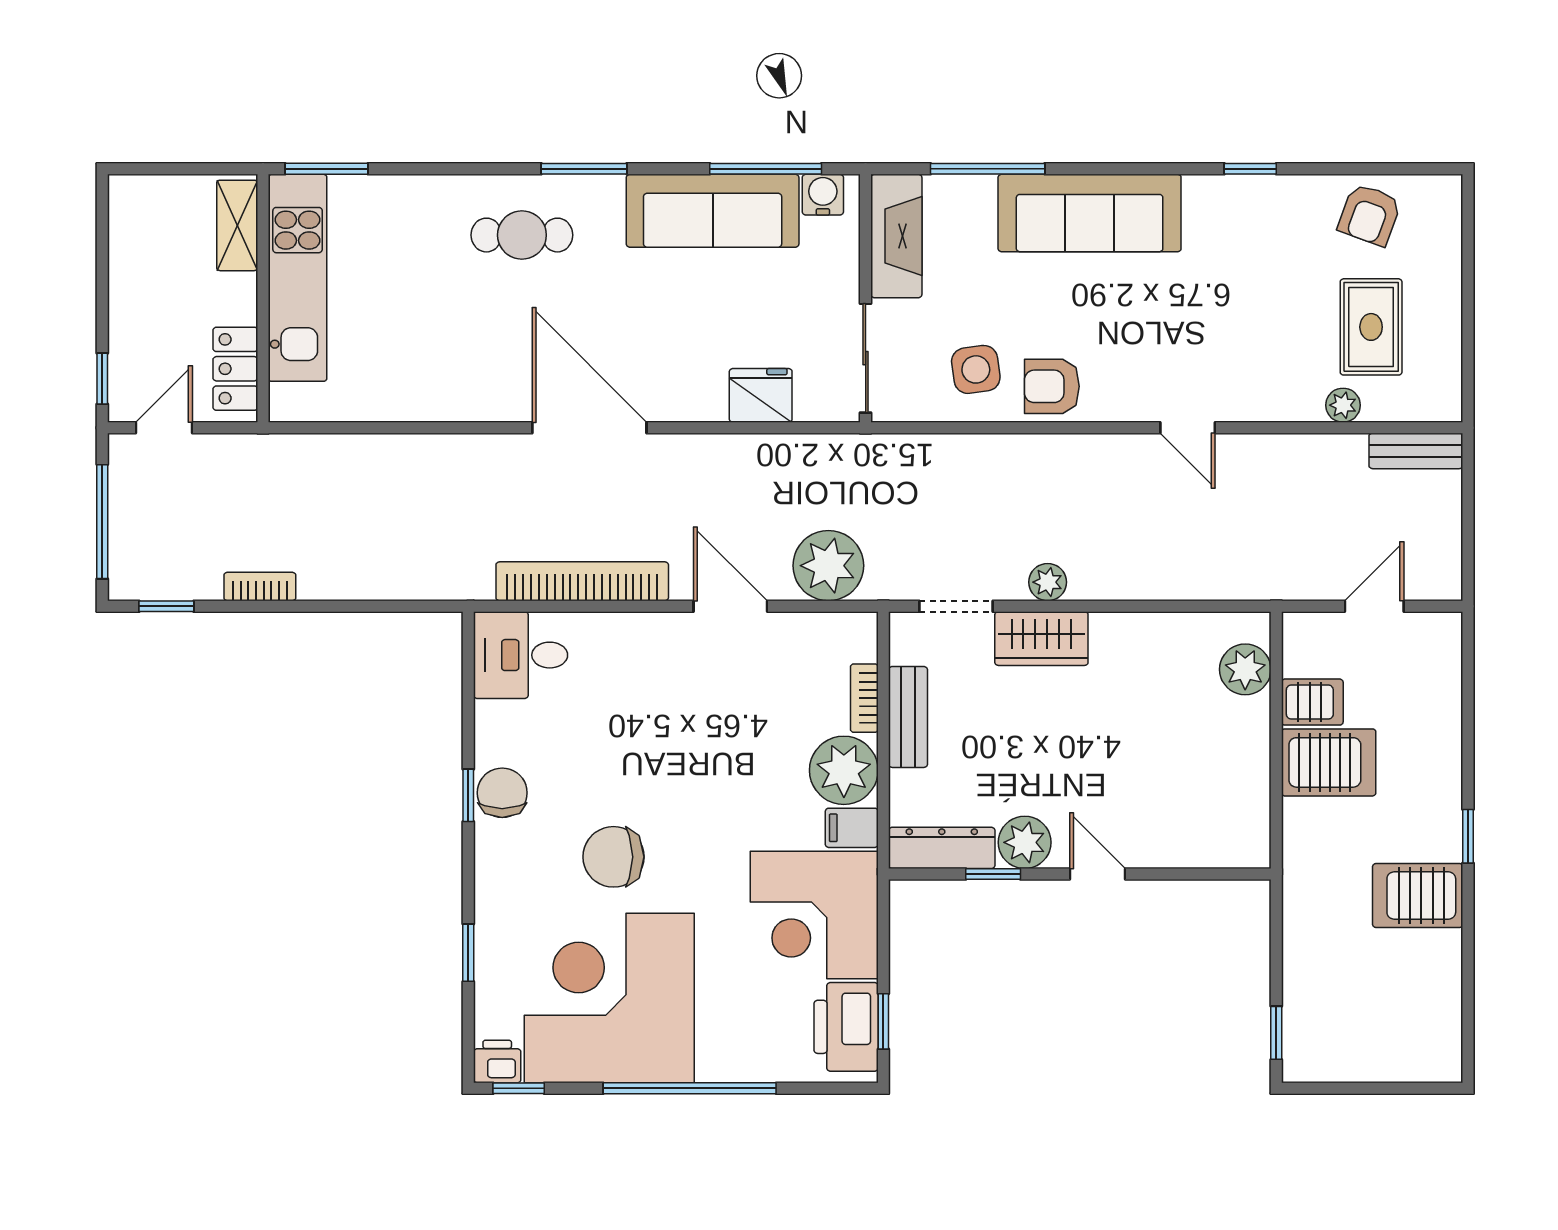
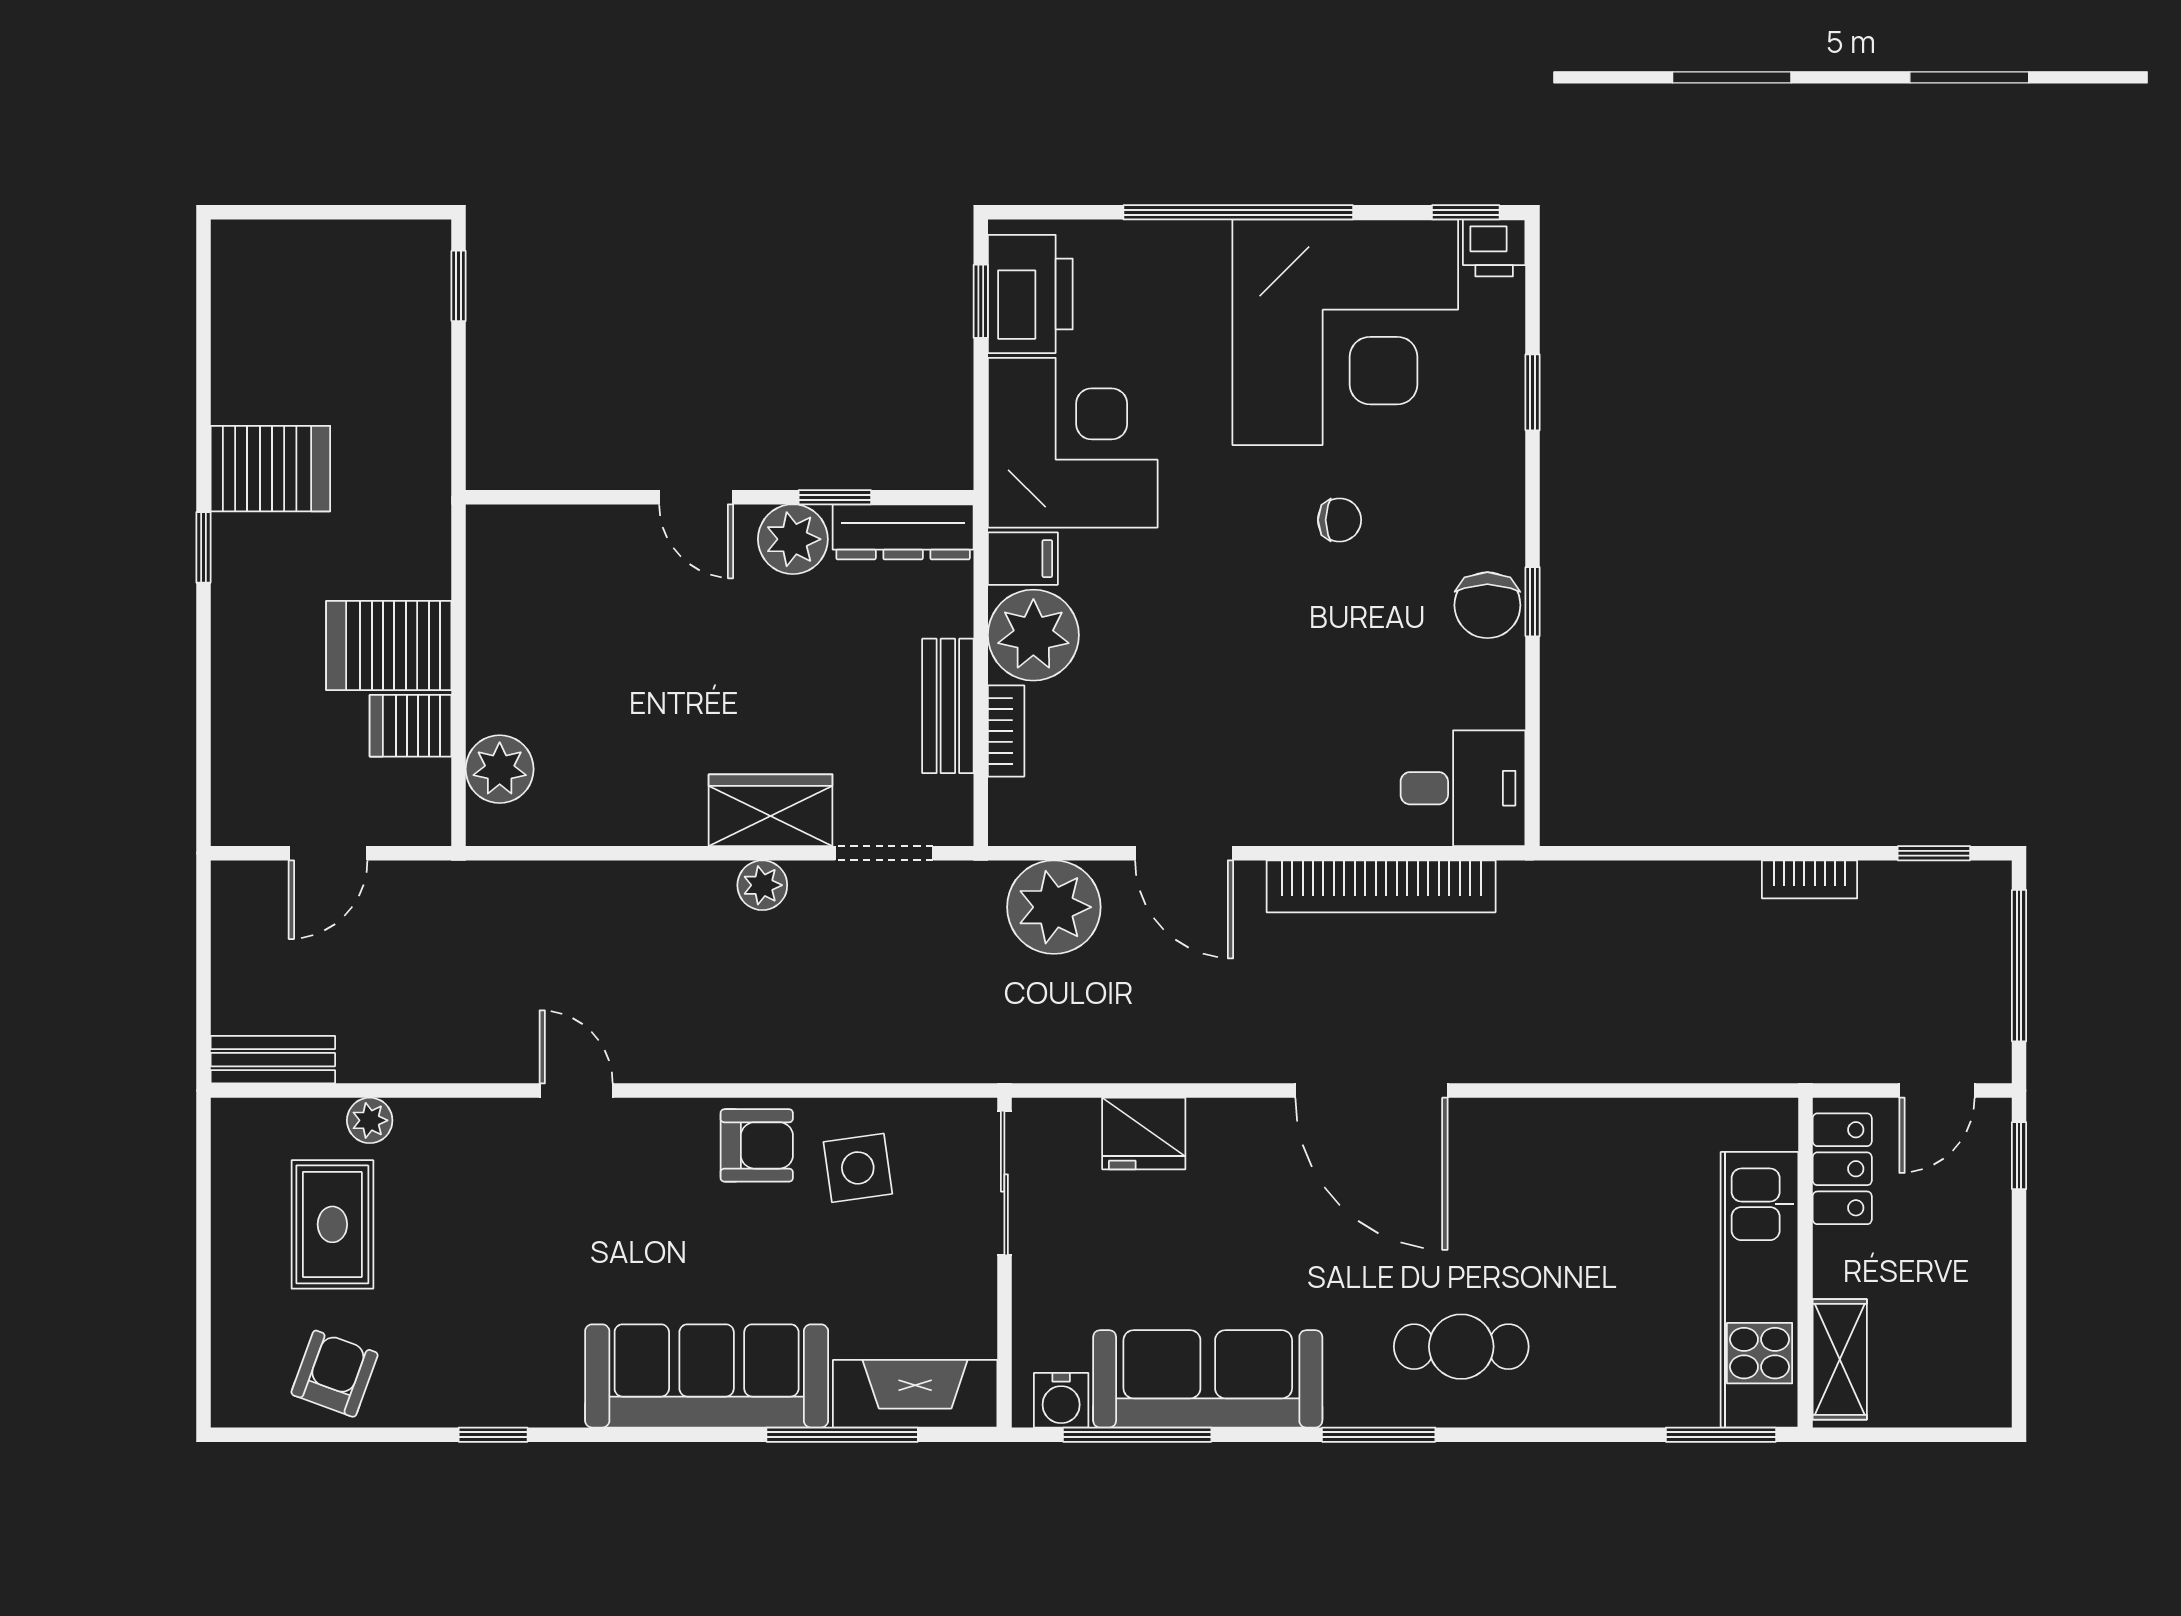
fireplace: (896, 236) -> (915, 1394), moved, turned 90
chair: (613, 857) -> (1339, 520), width x0.54, depth x0.54

